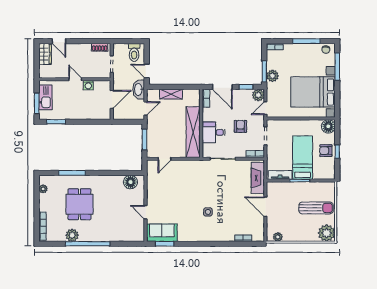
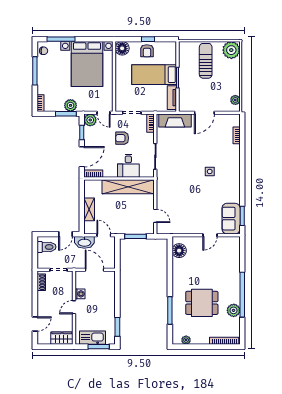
wardrobe: (45, 54) -> (62, 338), moved

